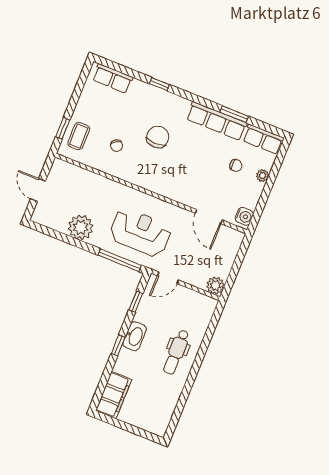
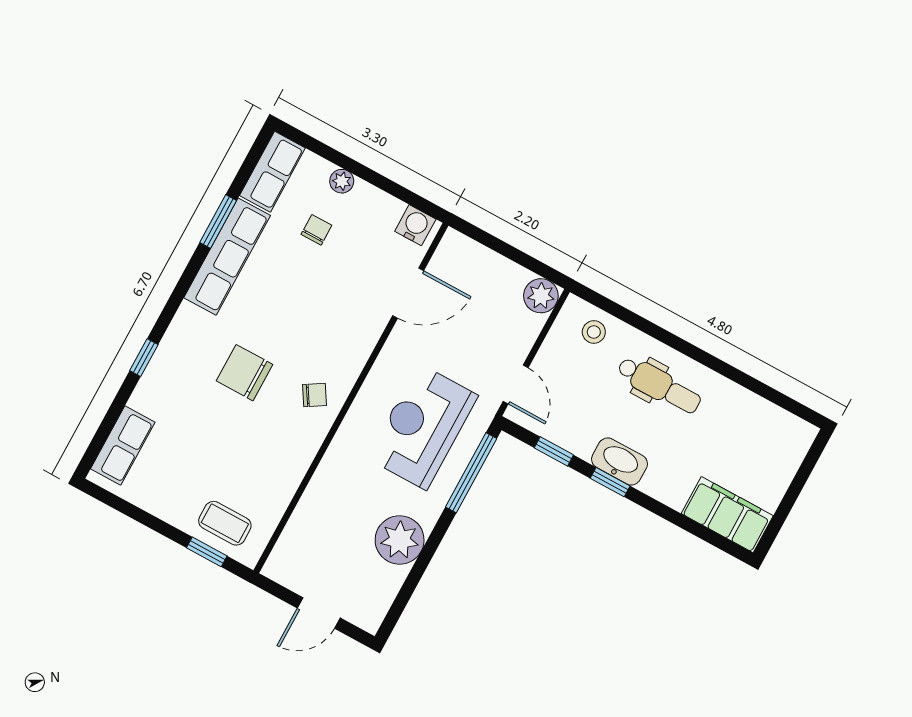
chair: (117, 146) -> (315, 395), moved
stool: (200, 315) -> (594, 332), added
window: (118, 345) -> (610, 482), moved

